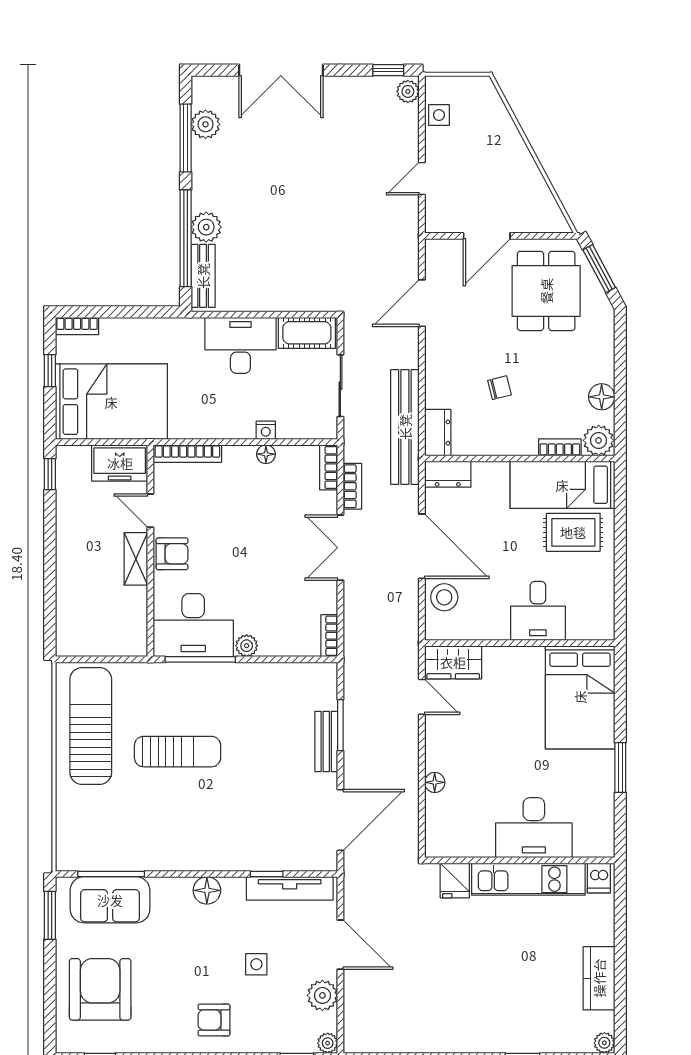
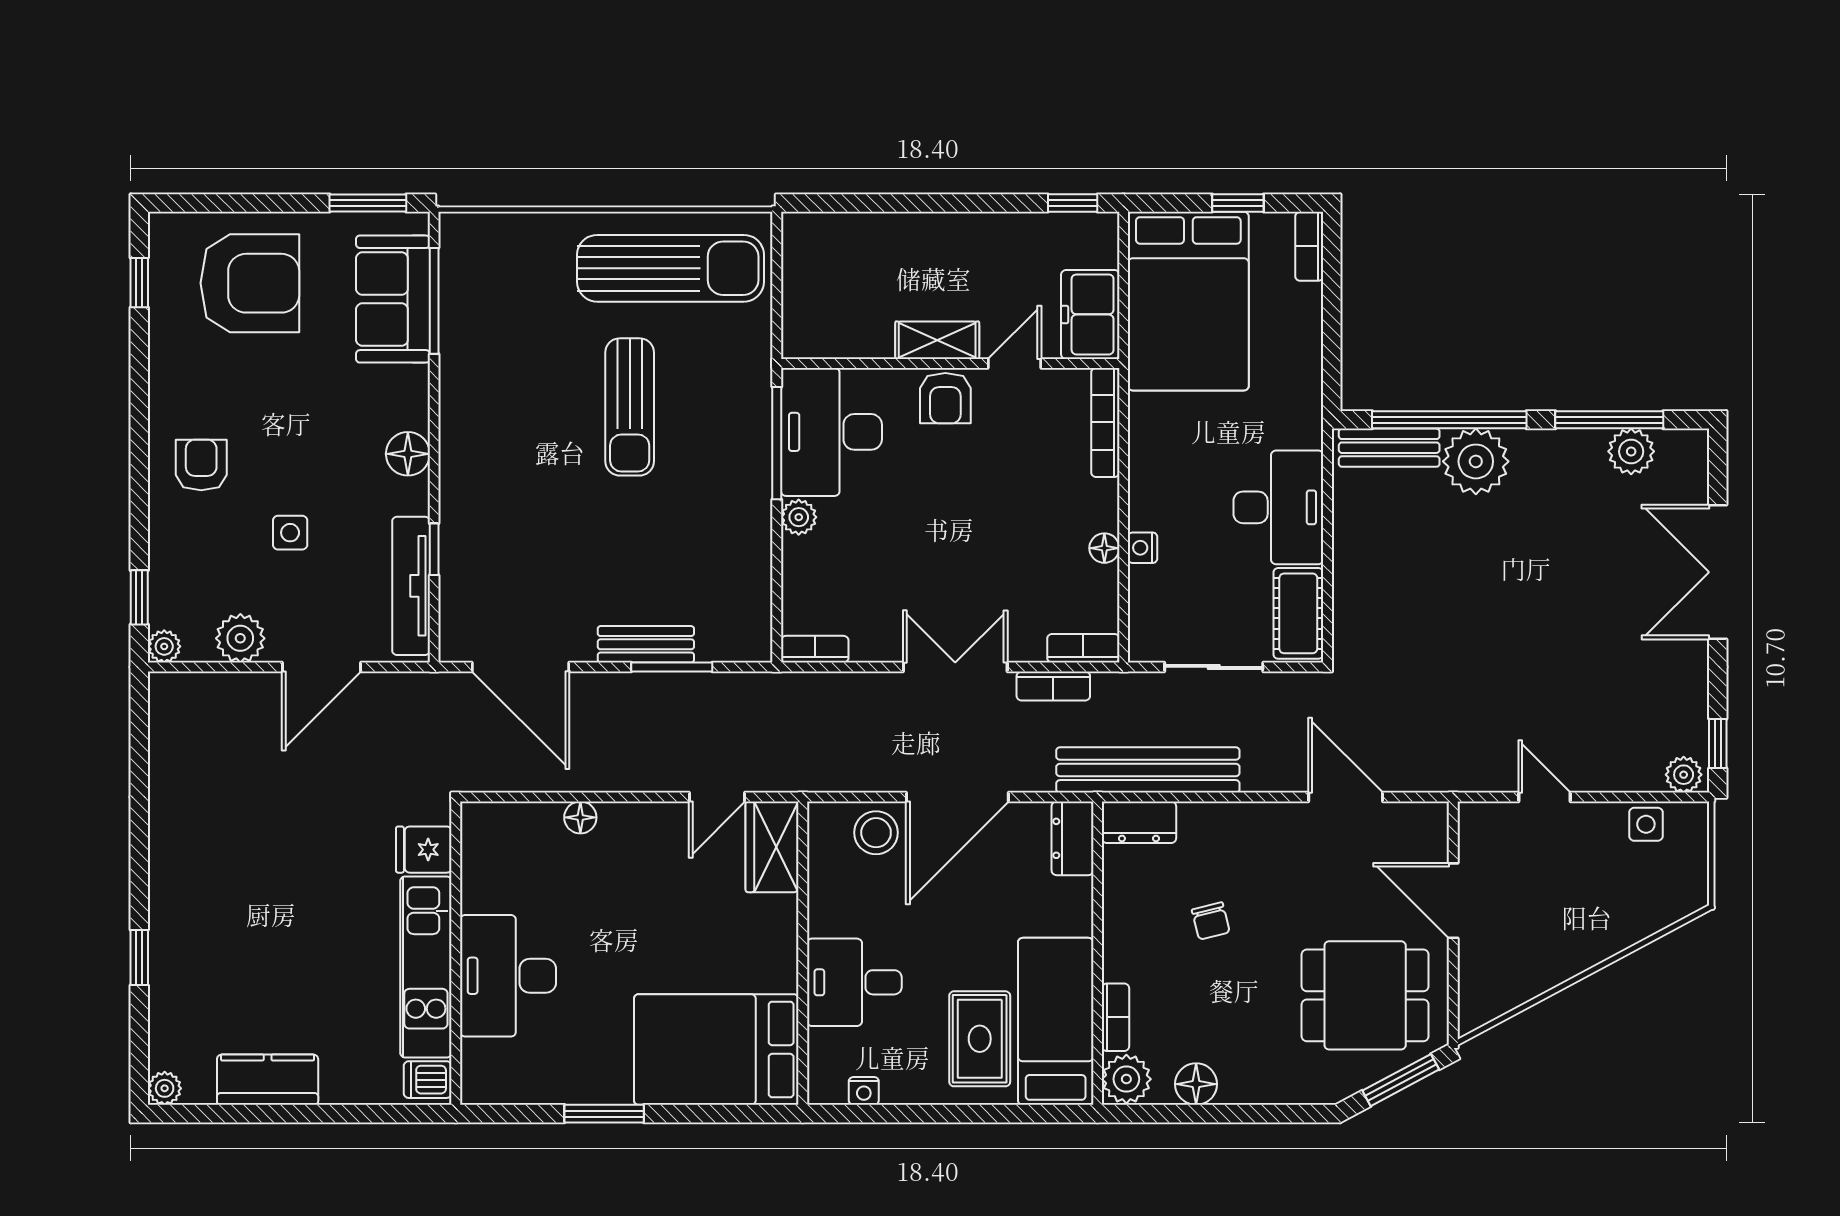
plant: (206, 227) -> (1476, 461), width x1.36, depth x1.36
nightstand: (606, 605) -> (864, 1091), added

